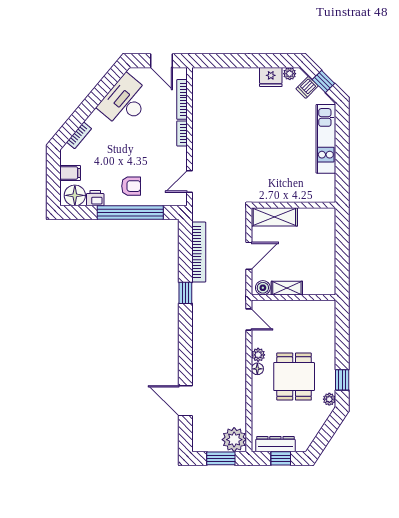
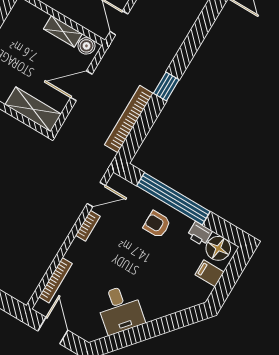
desk: (125, 101) -> (120, 309), width x0.73
bookcase: (182, 133) -> (88, 226), moved
bookcase: (79, 135) -> (179, 305), removed

